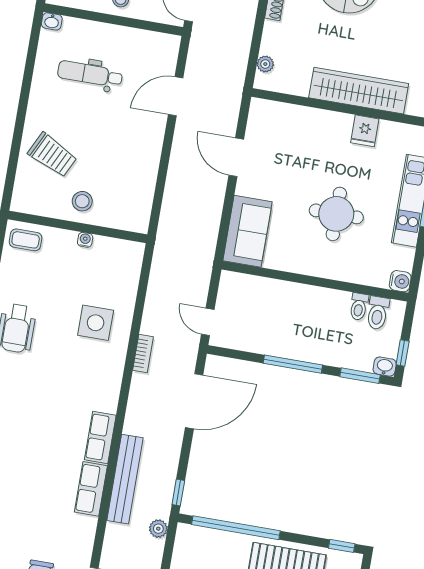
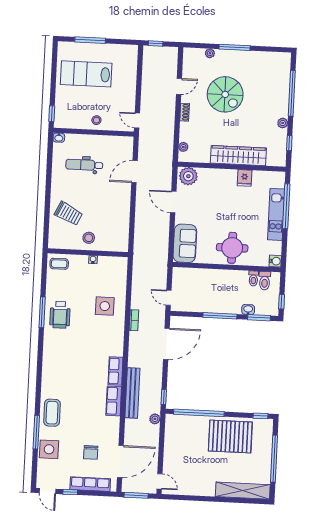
plant: (268, 116) -> (188, 176), added
round table: (336, 214) -> (232, 248), moved
washbasin: (385, 367) -> (248, 310), moved

